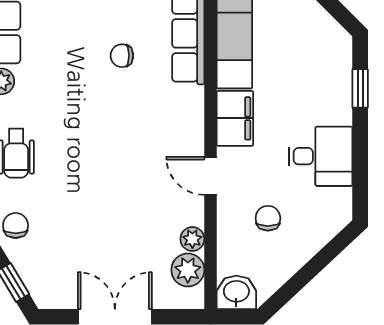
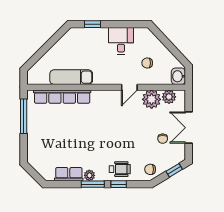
chair: (122, 56) -> (163, 139), moved
filing cabinet: (235, 118) -> (105, 77), removed
plant: (192, 239) -> (152, 99), width x1.88, depth x1.88

